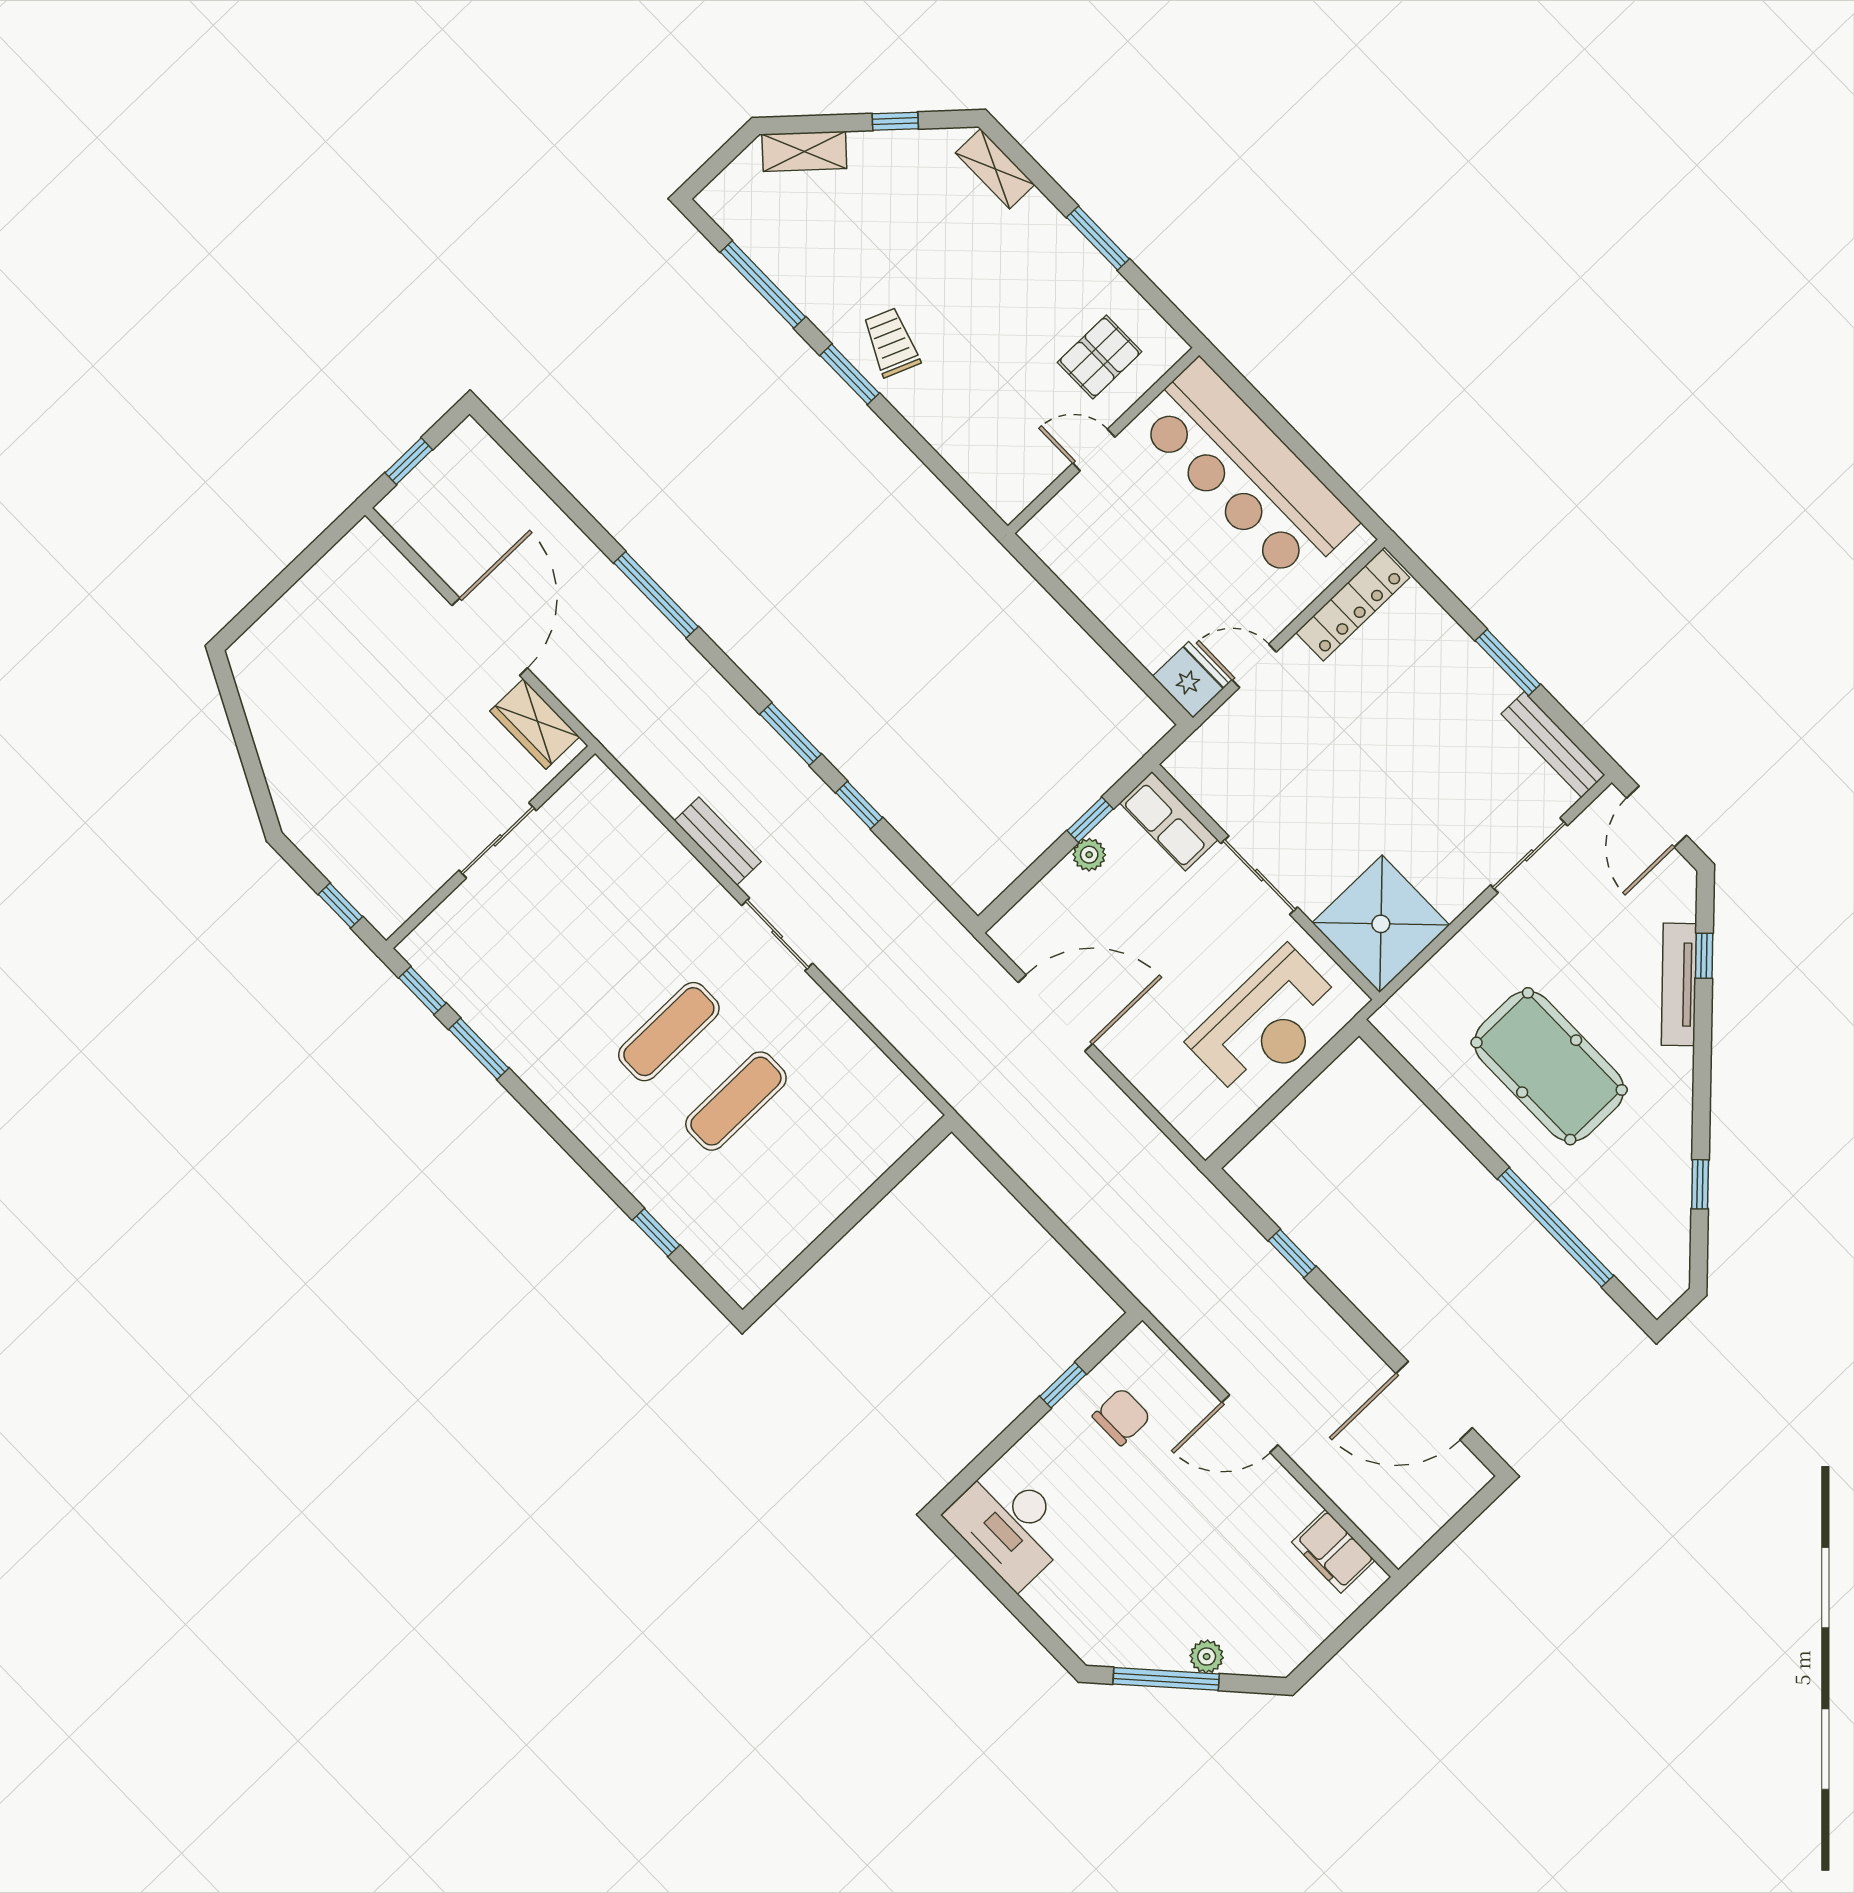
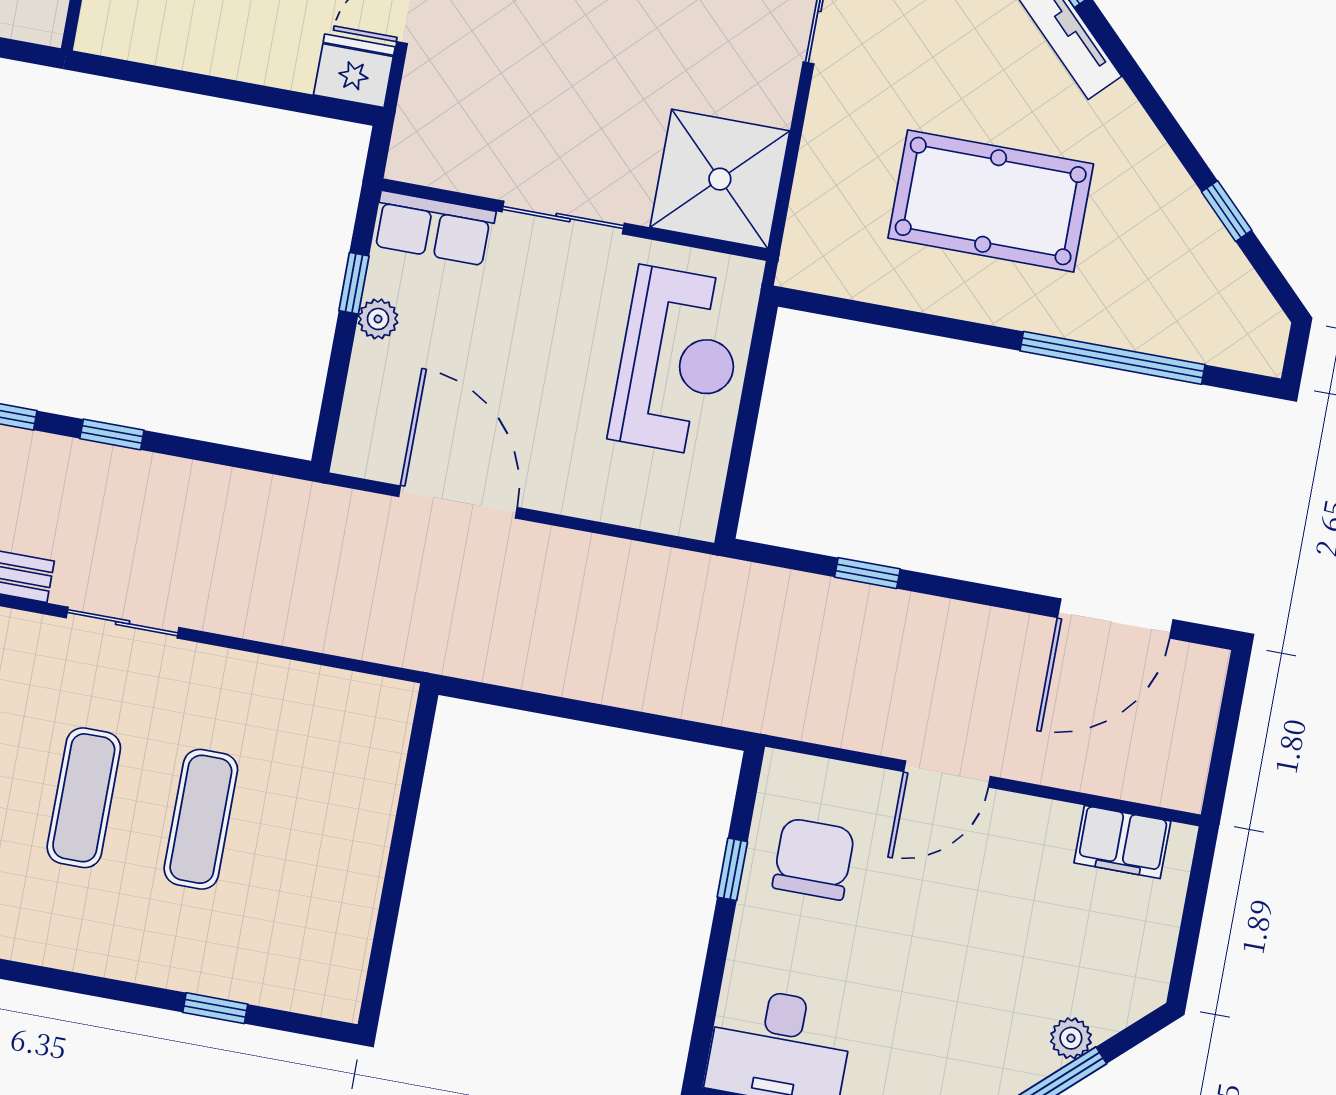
door: (1055, 1013) -> (458, 502), hinge flipped
chair: (1122, 1417) -> (814, 859), width x1.37, depth x1.37

